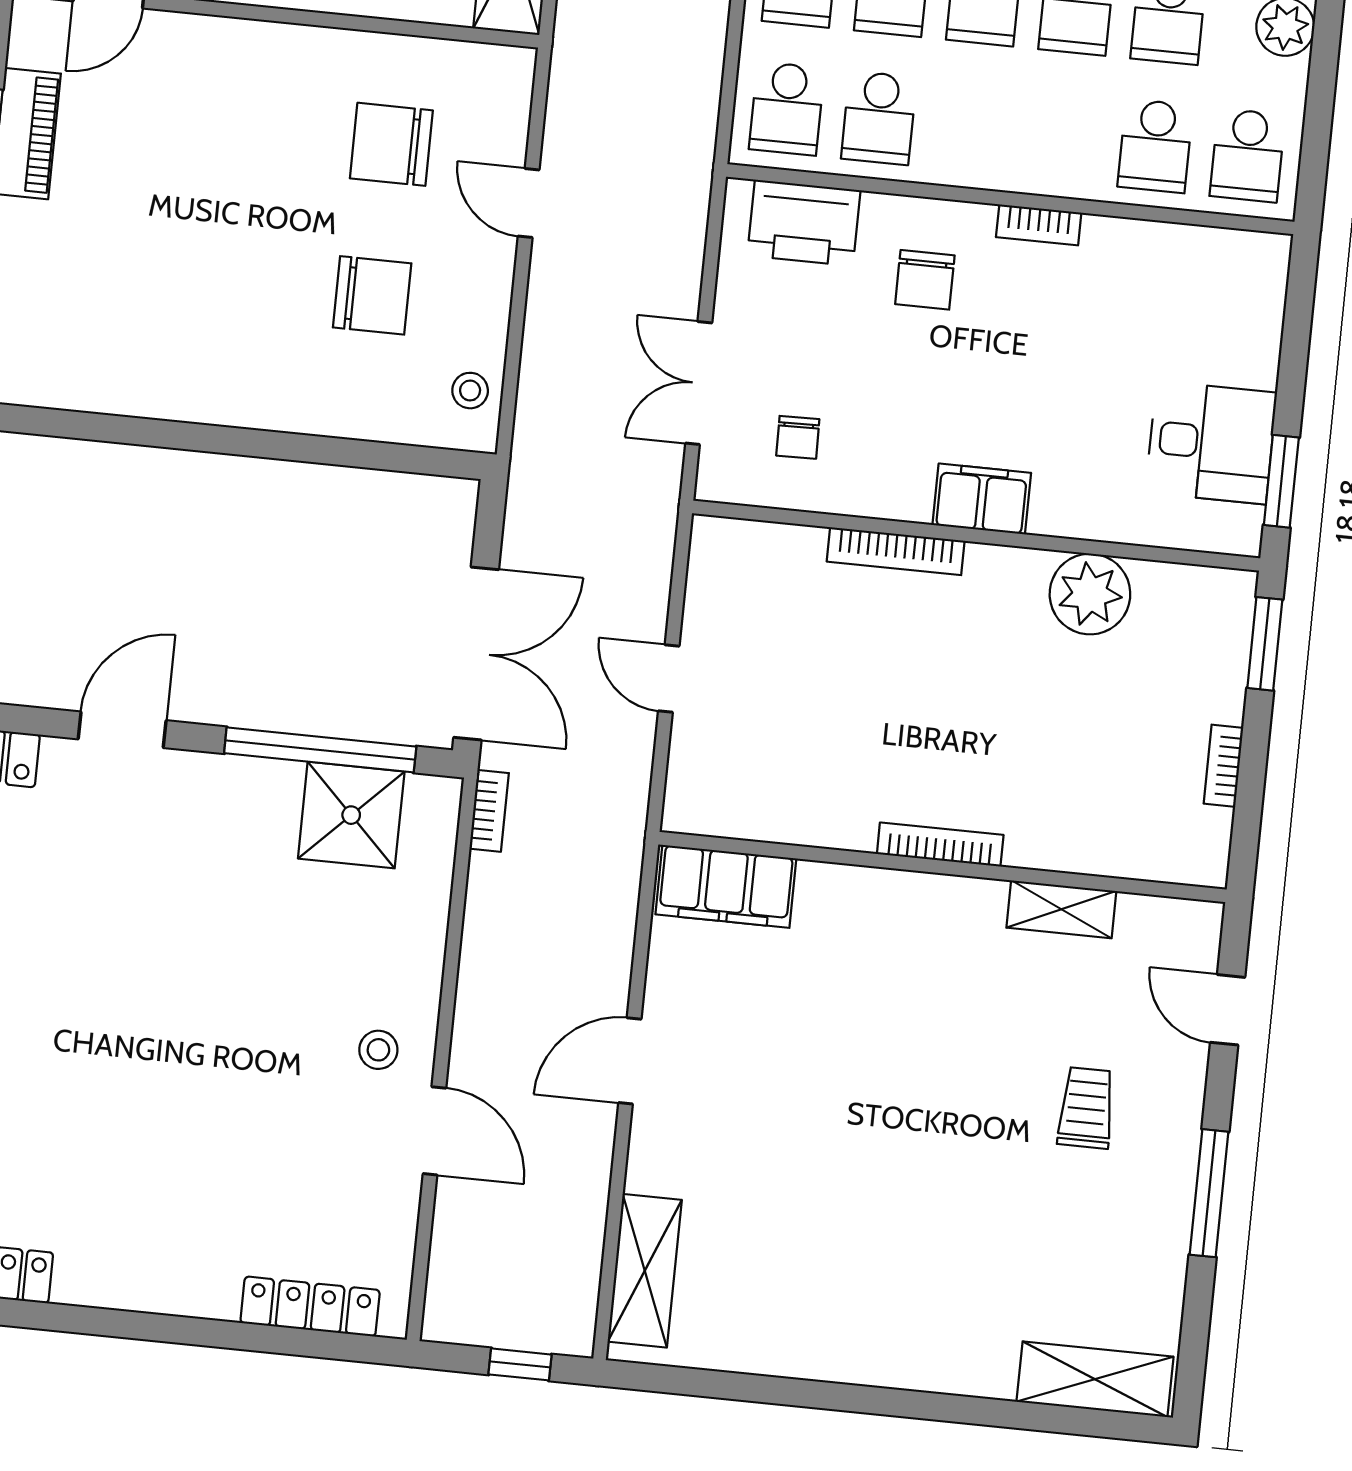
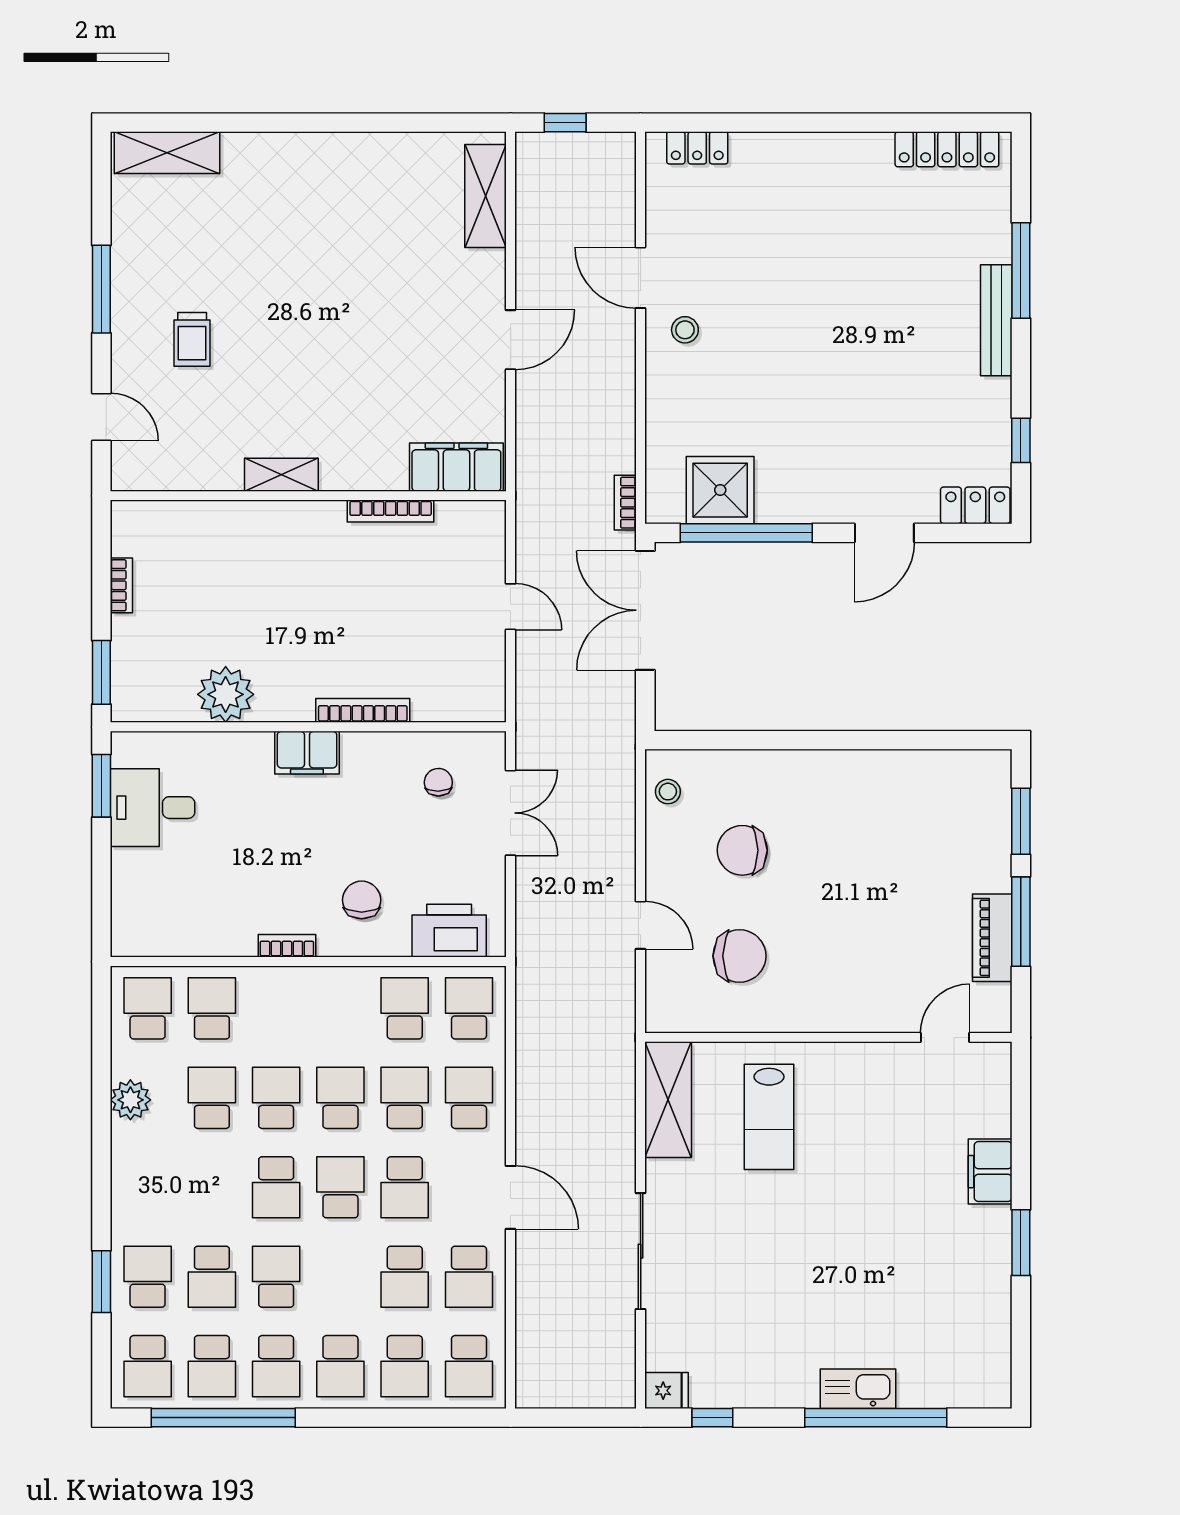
bookcase: (940, 845) -> (391, 511), moved
shelving: (1061, 909) -> (281, 475), moved
locker: (310, 1306) -> (697, 148), width x0.66

